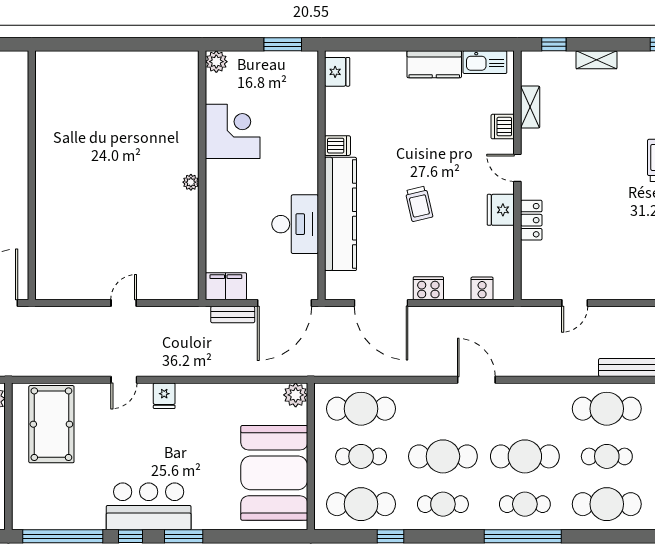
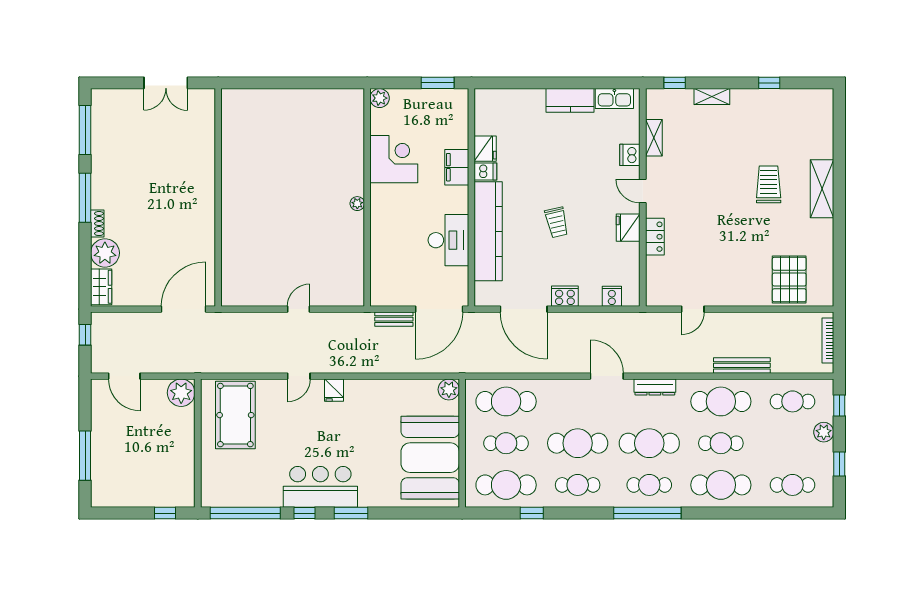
fridge: (337, 72) -> (485, 149), moved
filing cabinet: (226, 286) -> (457, 167), moved, turned -90
dresser: (531, 392) -> (655, 387), added

